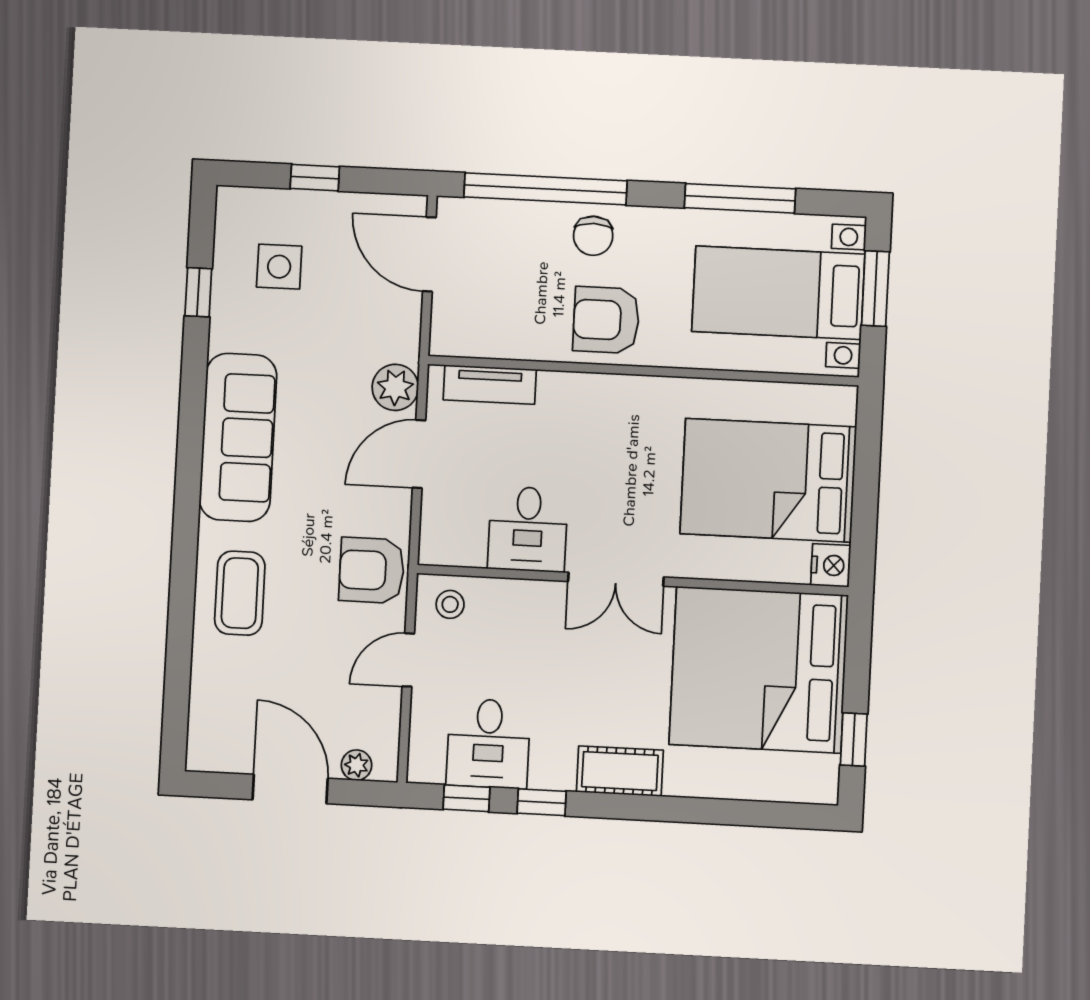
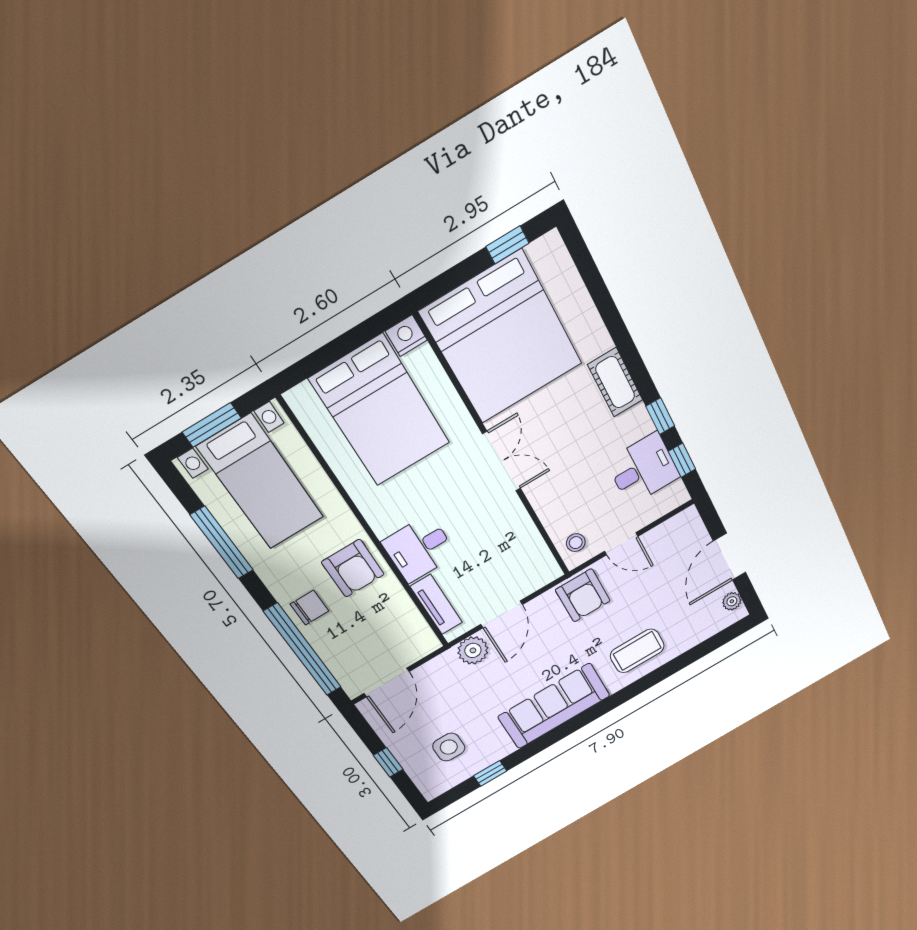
door: (419, 454) -> (502, 614), hinge flipped
desk: (528, 529) -> (419, 548), moved, turned 180
plant: (356, 765) -> (732, 601), moved

